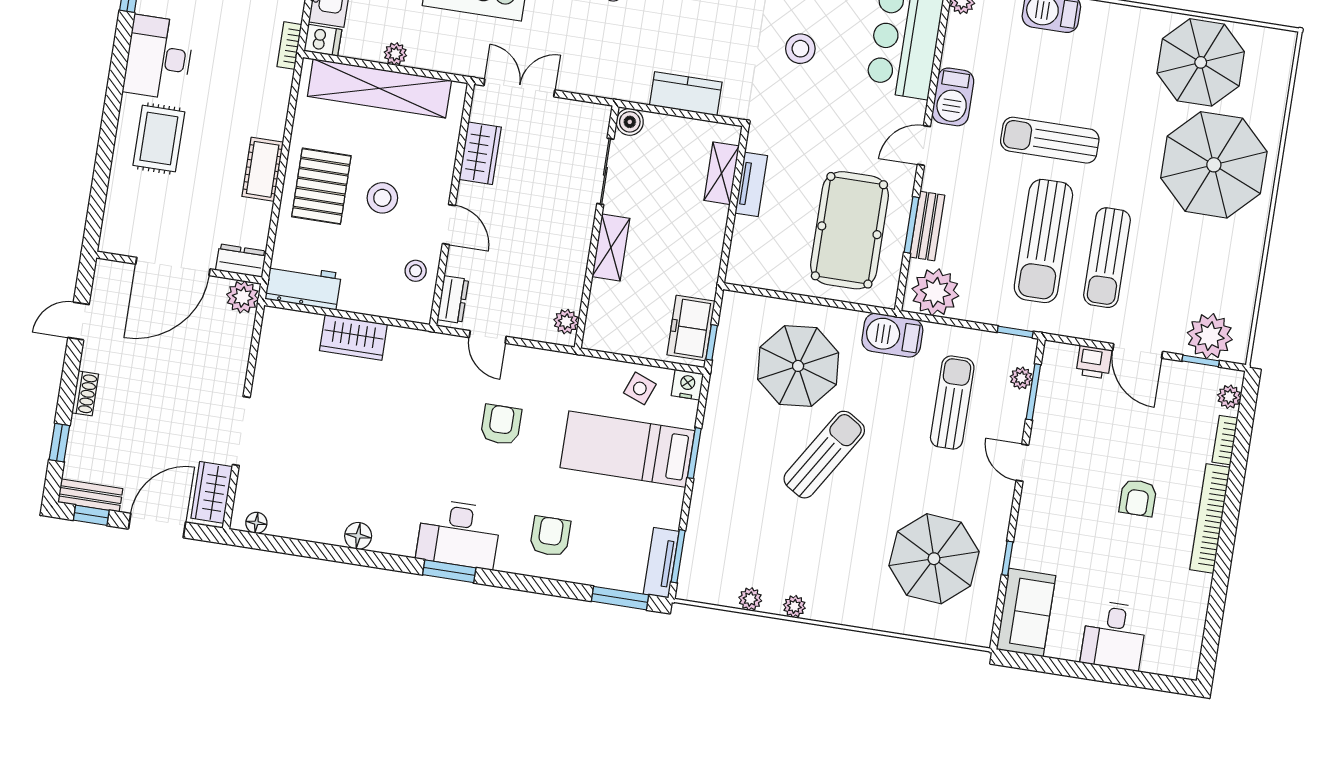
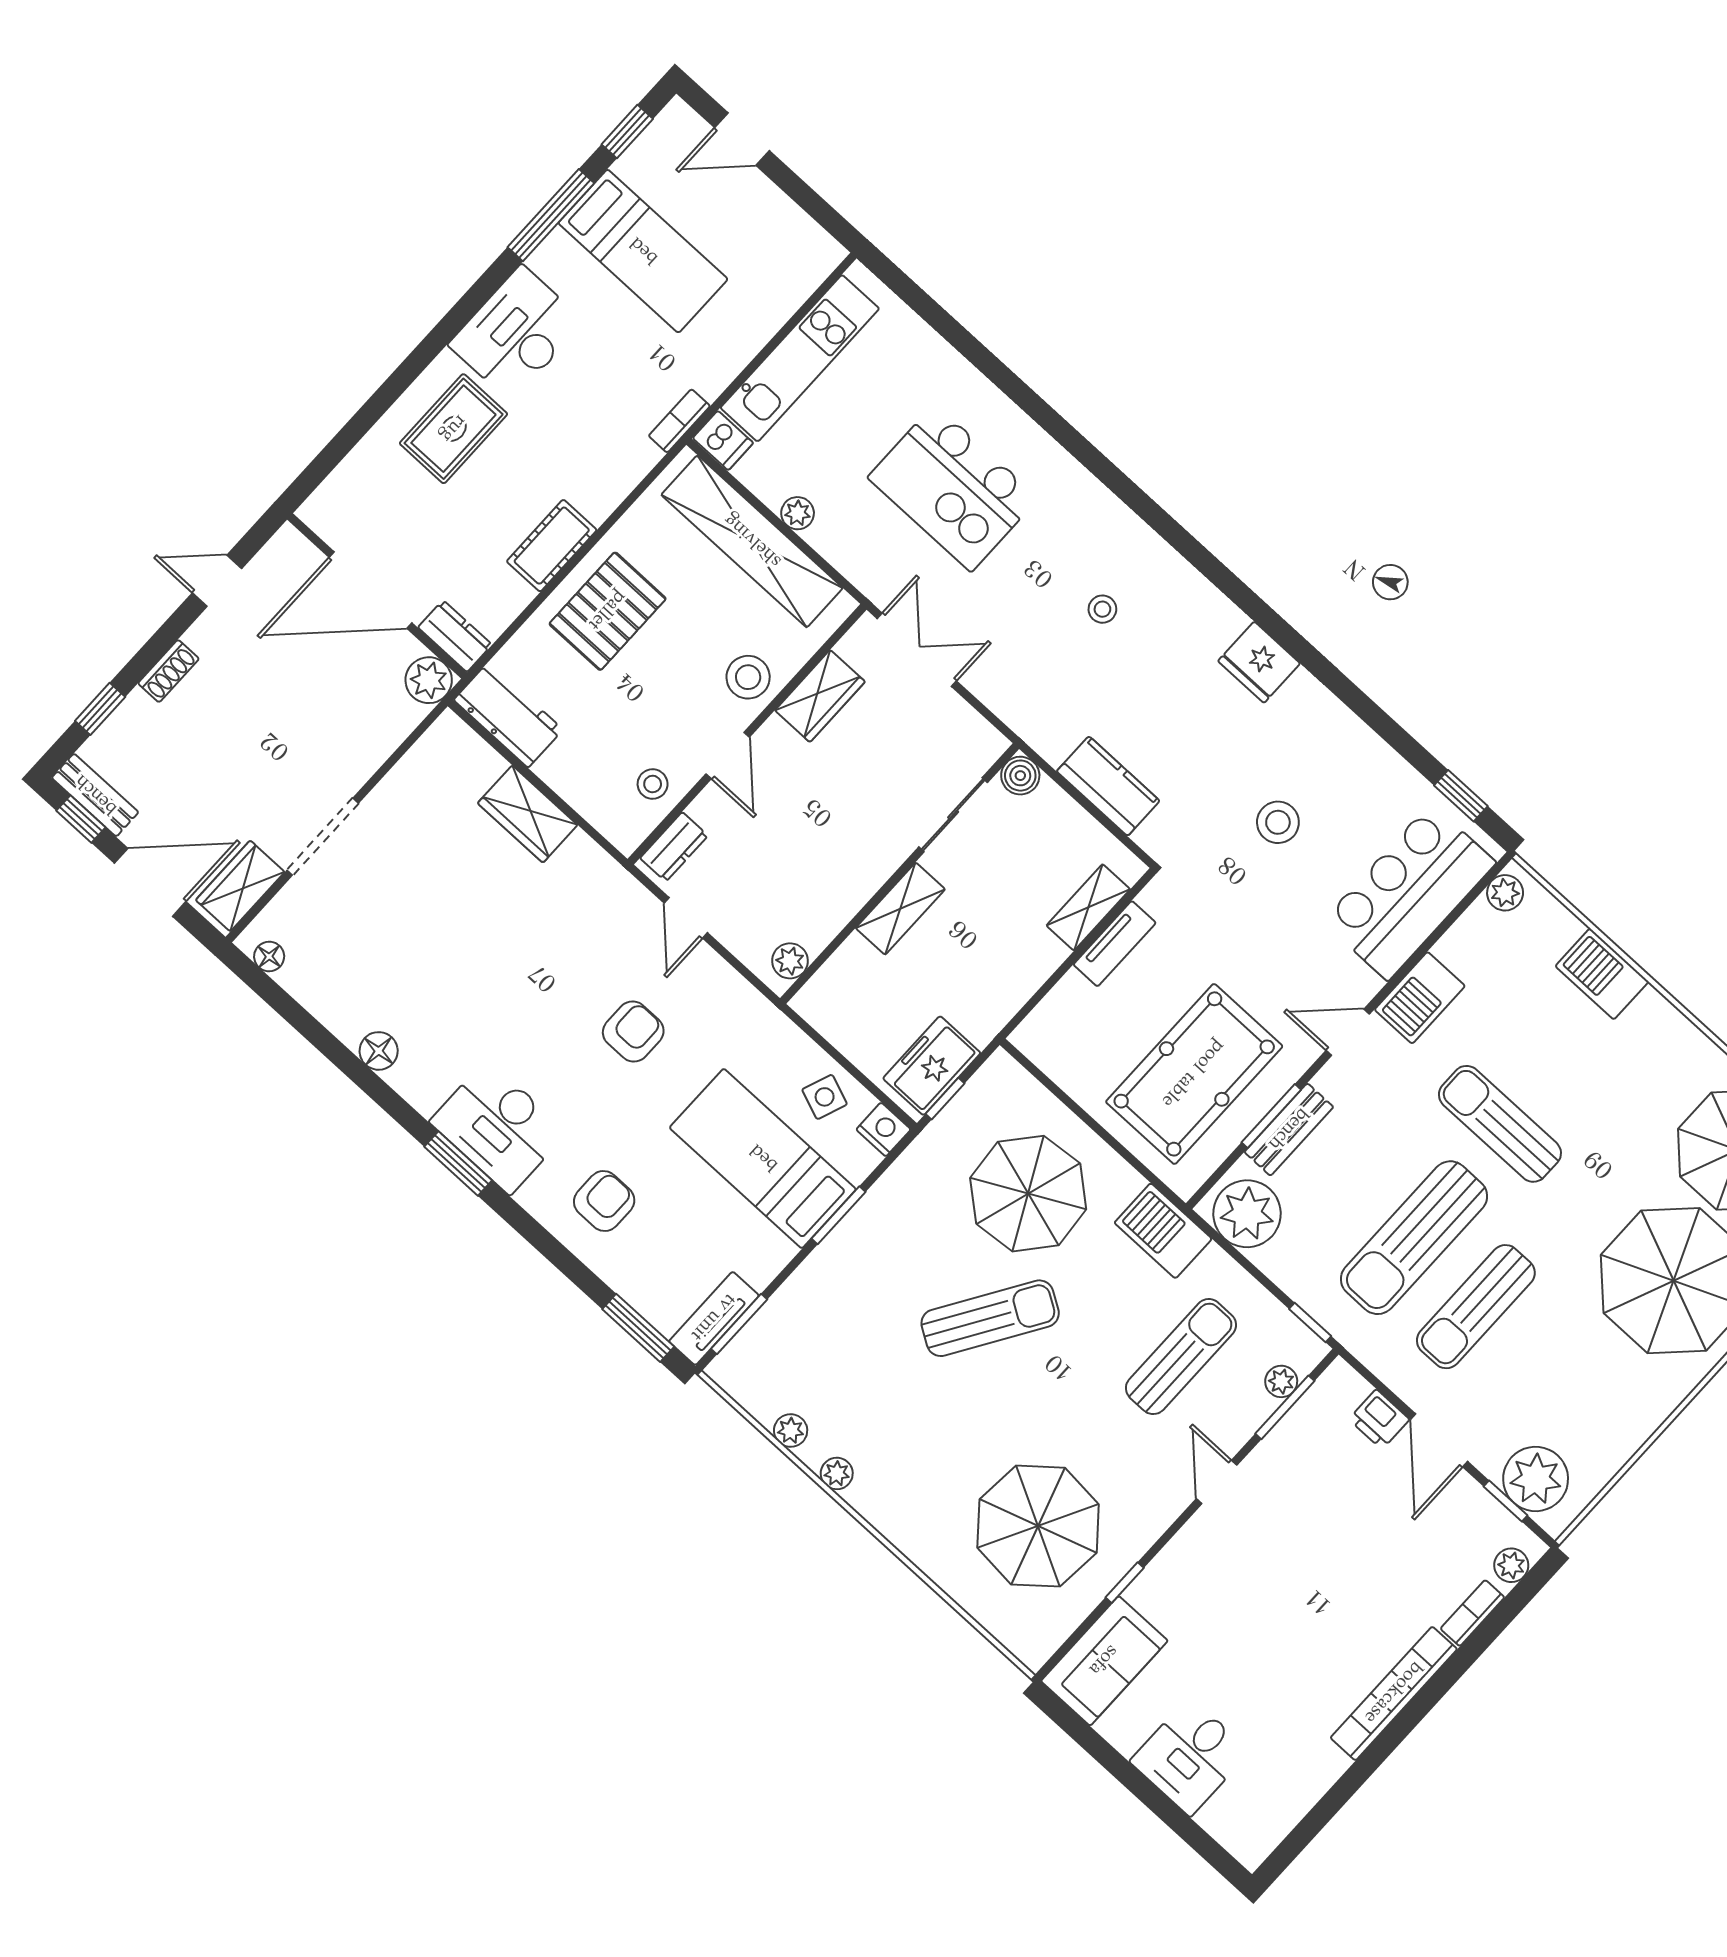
stool: (382, 198) -> (748, 677), moved
armchair: (1138, 498) -> (1325, 1613), removed

